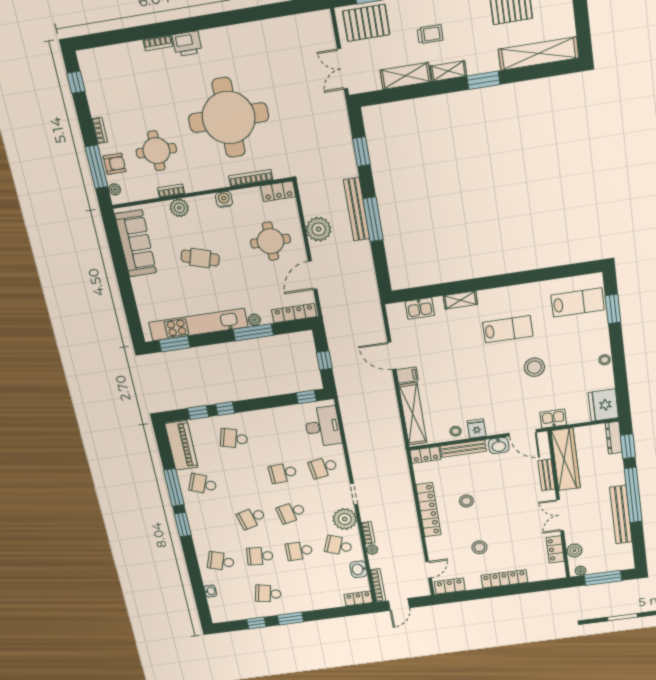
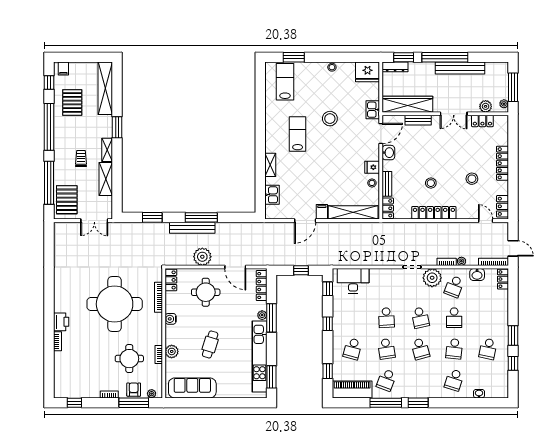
window: (225, 409) -> (328, 324), moved
bench: (463, 449) -> (387, 184), width x0.73
school desk: (323, 467) -> (386, 349), moved

